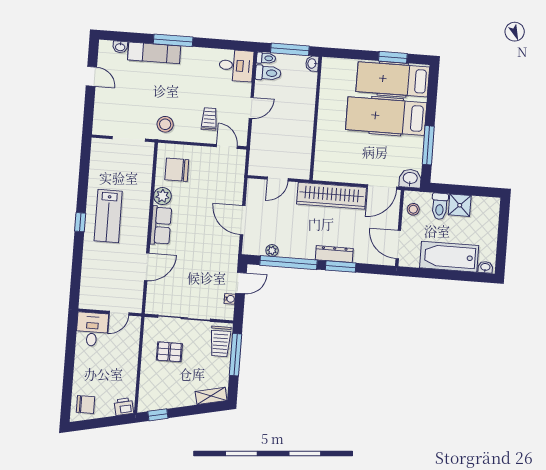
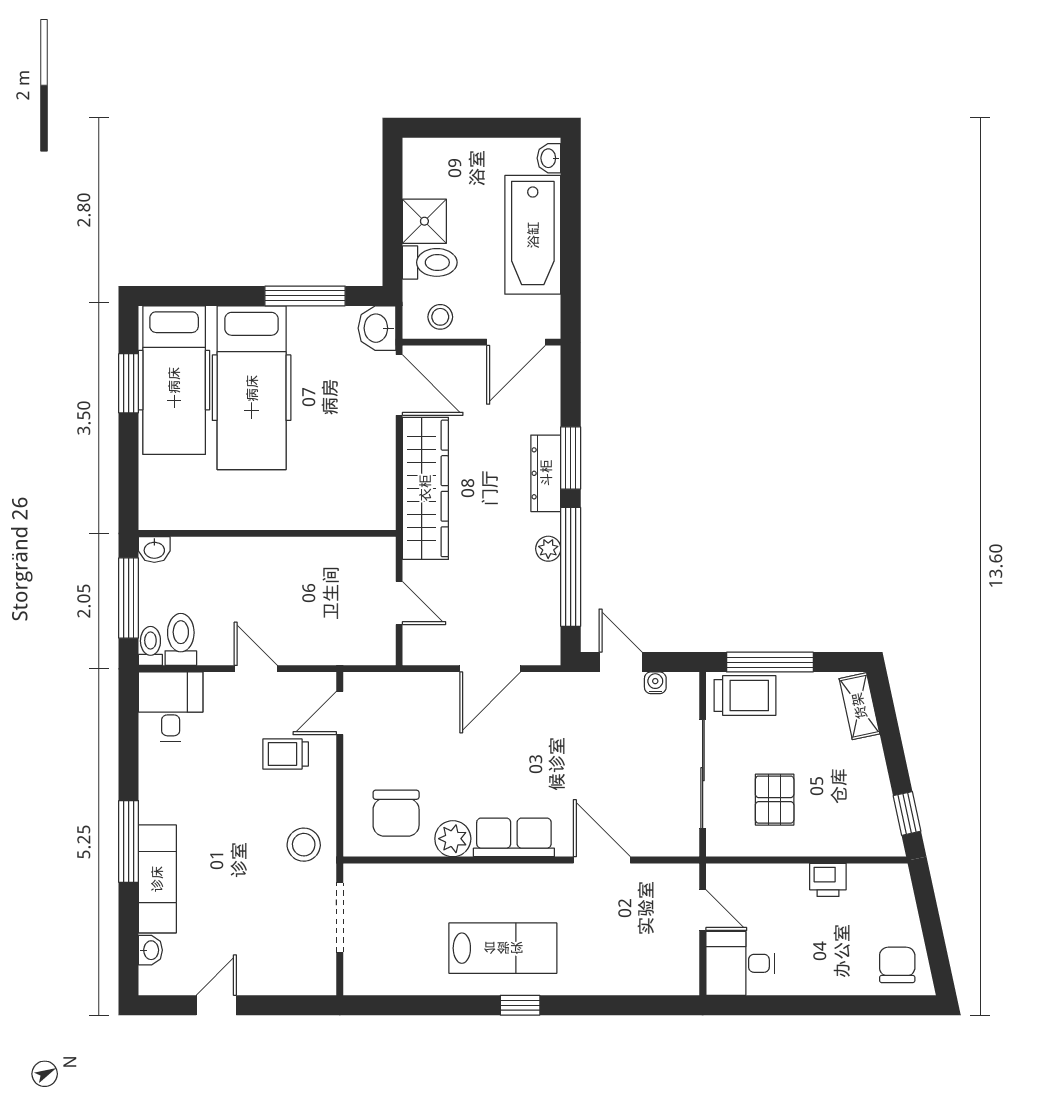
plant: (272, 250) -> (548, 549), moved
printer: (124, 407) -> (828, 880), moved, turned -78

